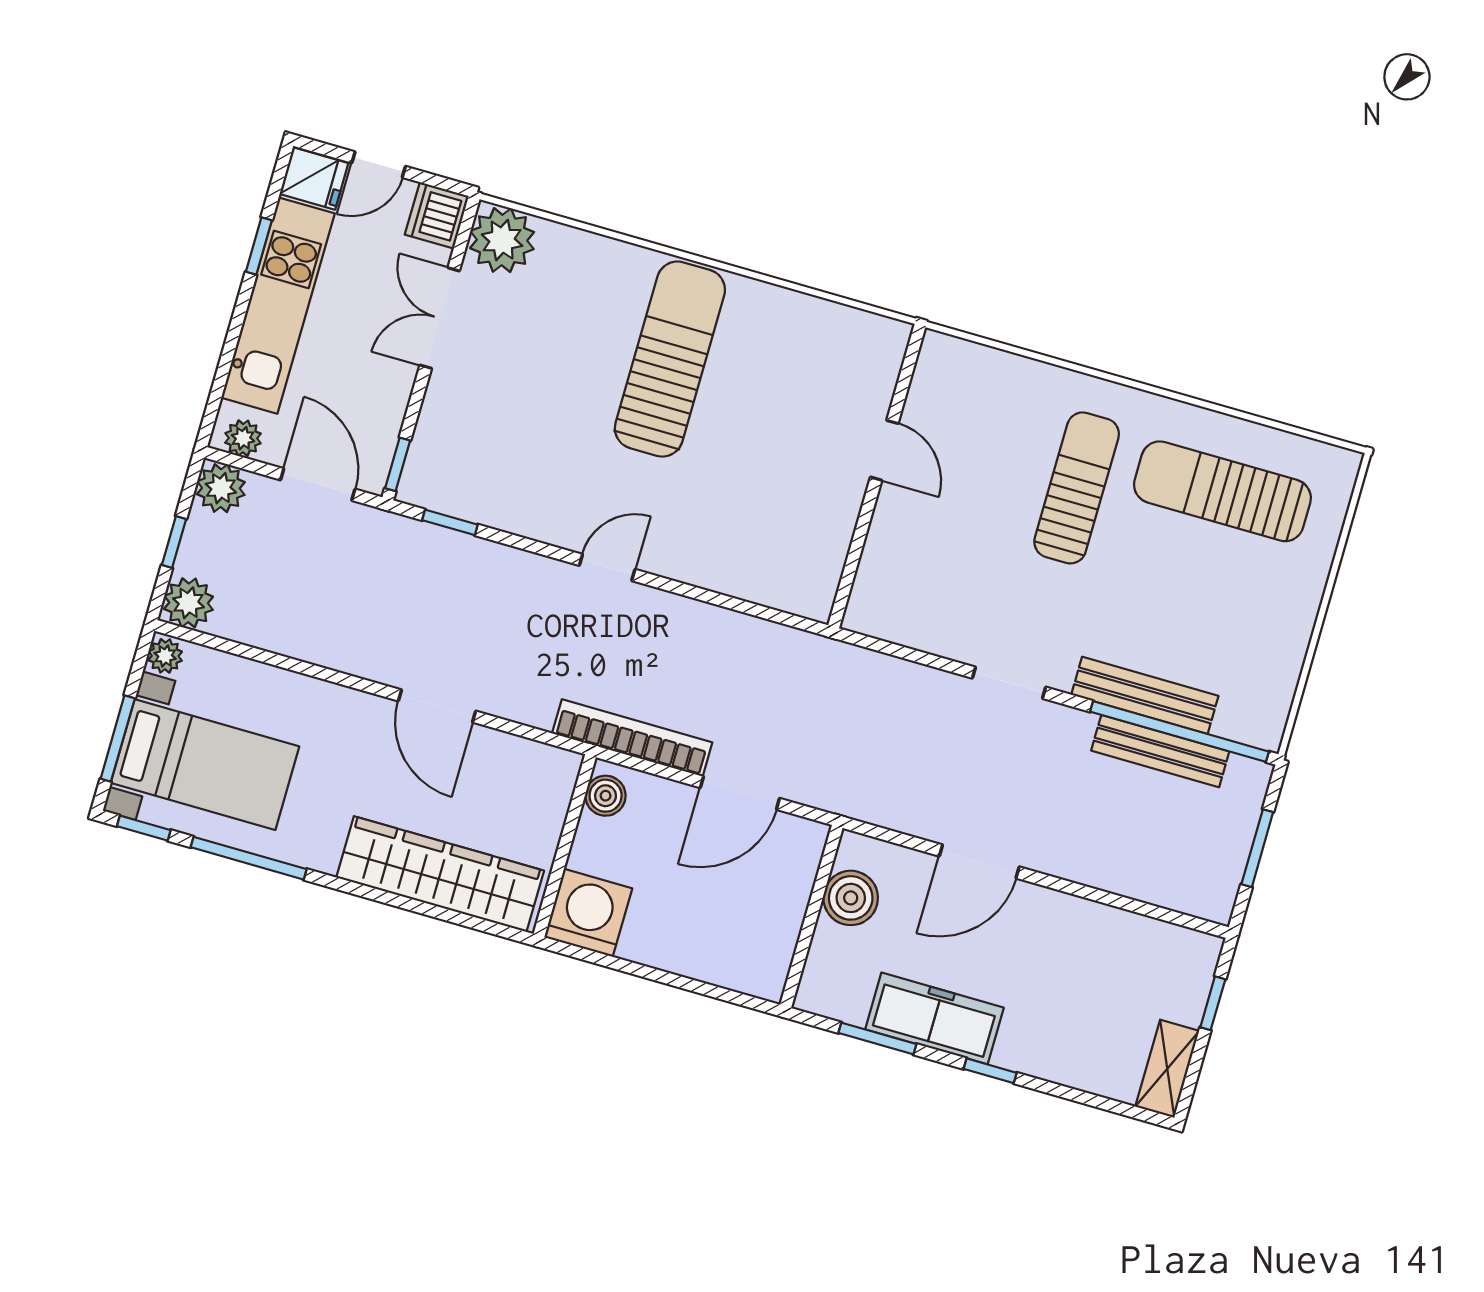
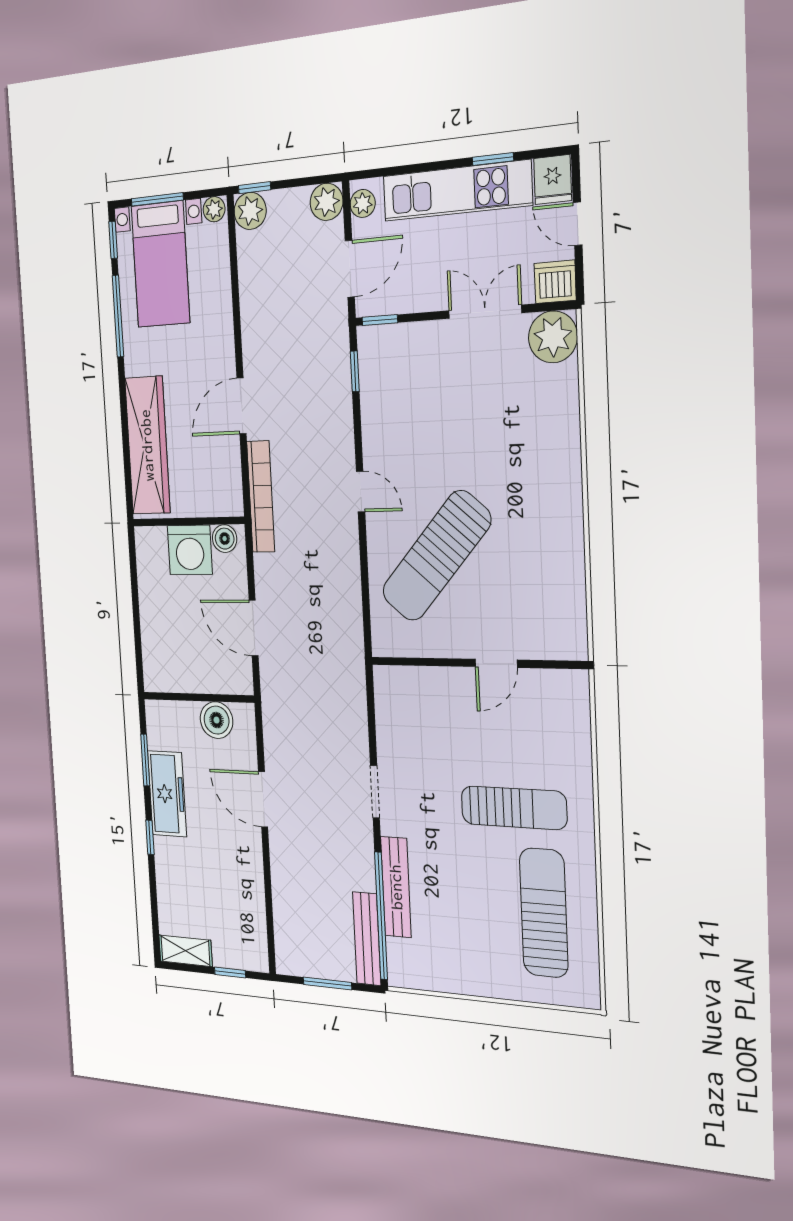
sun lounger: (670, 359) -> (436, 556), moved, turned 131
window: (174, 542) -> (255, 188), moved
bookcase: (632, 738) -> (261, 497), moved
bench: (1160, 751) -> (367, 939), moved
washing machine: (588, 913) -> (190, 550), moved, turned 90

